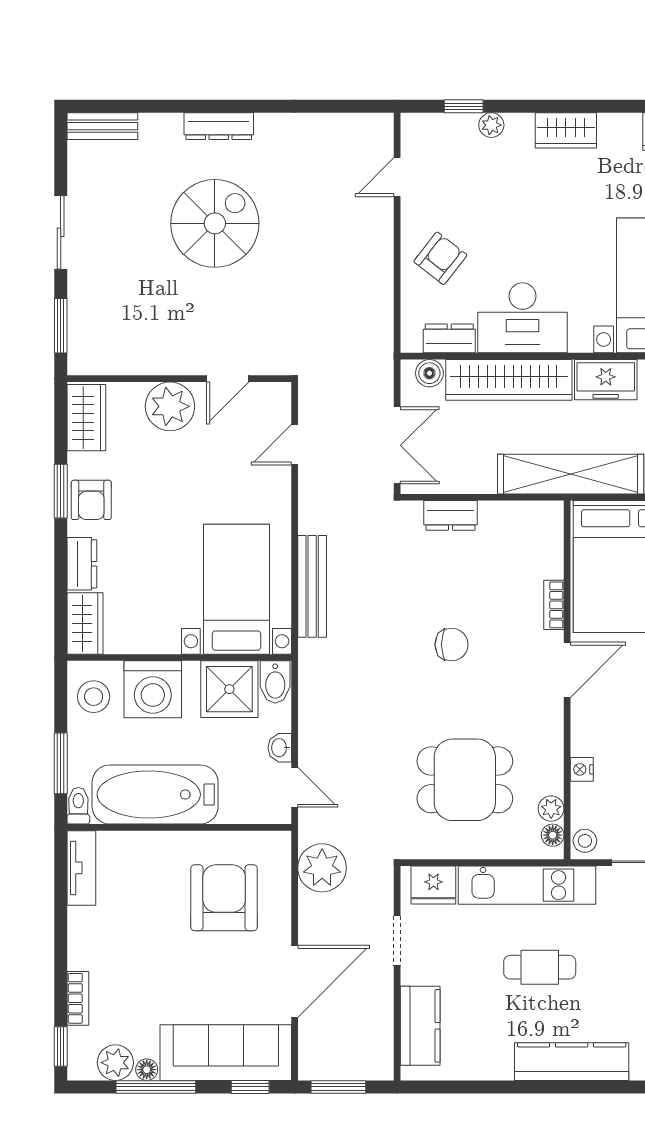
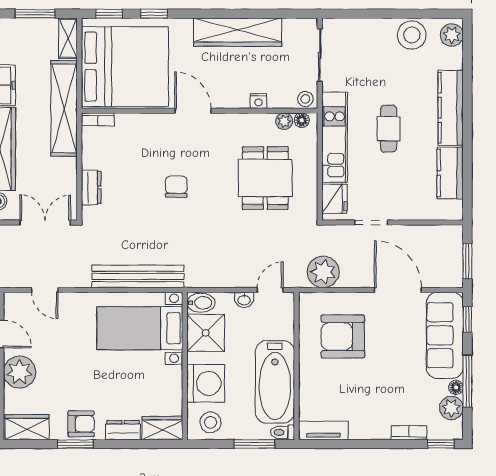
bench: (312, 586) -> (138, 276), width x1.37, depth x1.21
bookcase: (554, 605) -> (98, 119), moved
kitchen counter: (420, 1026) -> (450, 173), moved, turned -90

